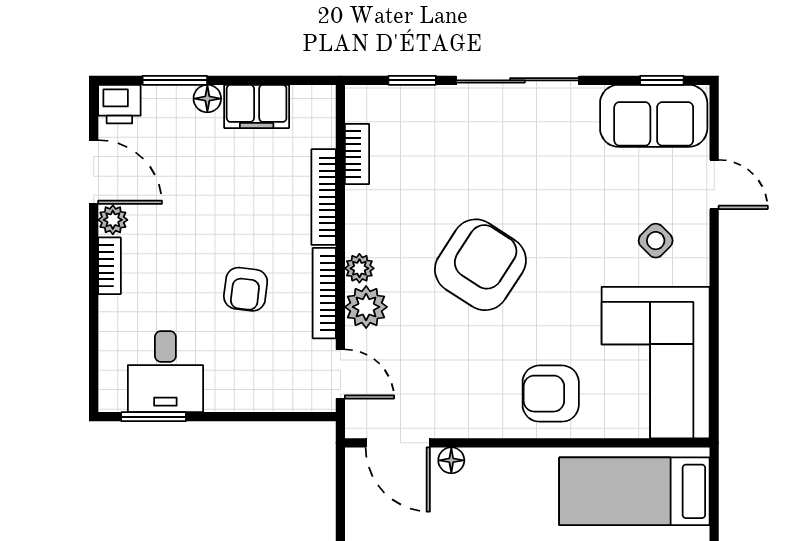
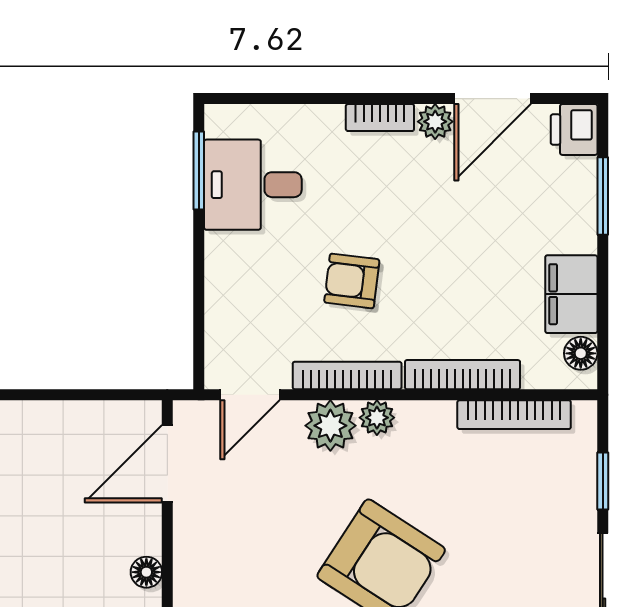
floor lamp: (207, 99) -> (581, 353), moved
bookcase: (357, 154) -> (514, 415), width x1.56
floor lamp: (451, 460) -> (146, 572), moved

